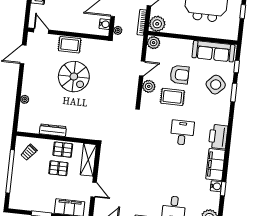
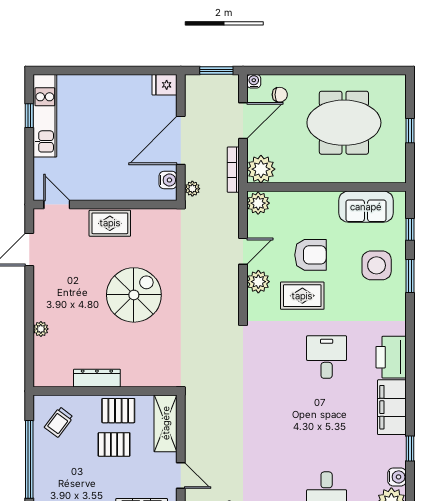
sofa: (213, 51) -> (366, 207), width x0.73
spiral stairs: (74, 77) -> (134, 295), moved, turned -90
side table: (216, 85) -> (377, 265), turned 45
water cooler: (216, 186) -> (397, 477), moved

